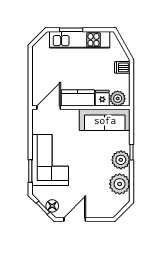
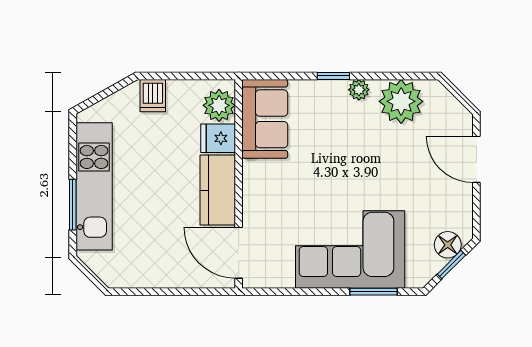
sofa: (105, 120) -> (265, 119), width x0.73
plant: (121, 160) -> (359, 90), width x0.53, depth x0.53
door: (75, 219) -> (476, 159), moved

